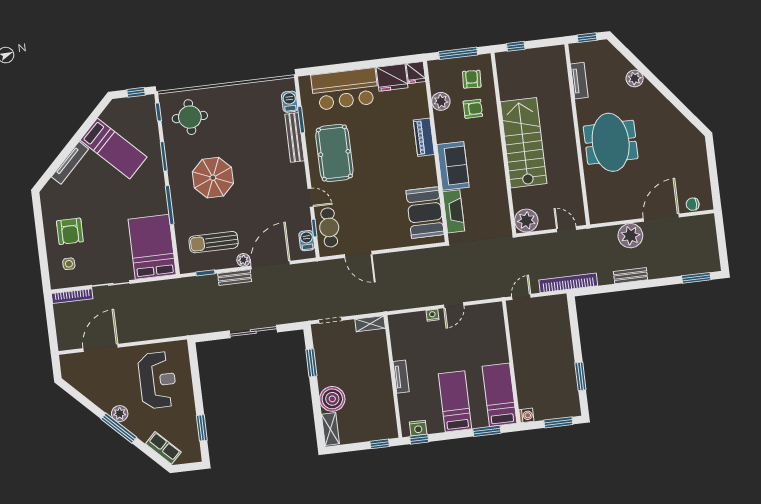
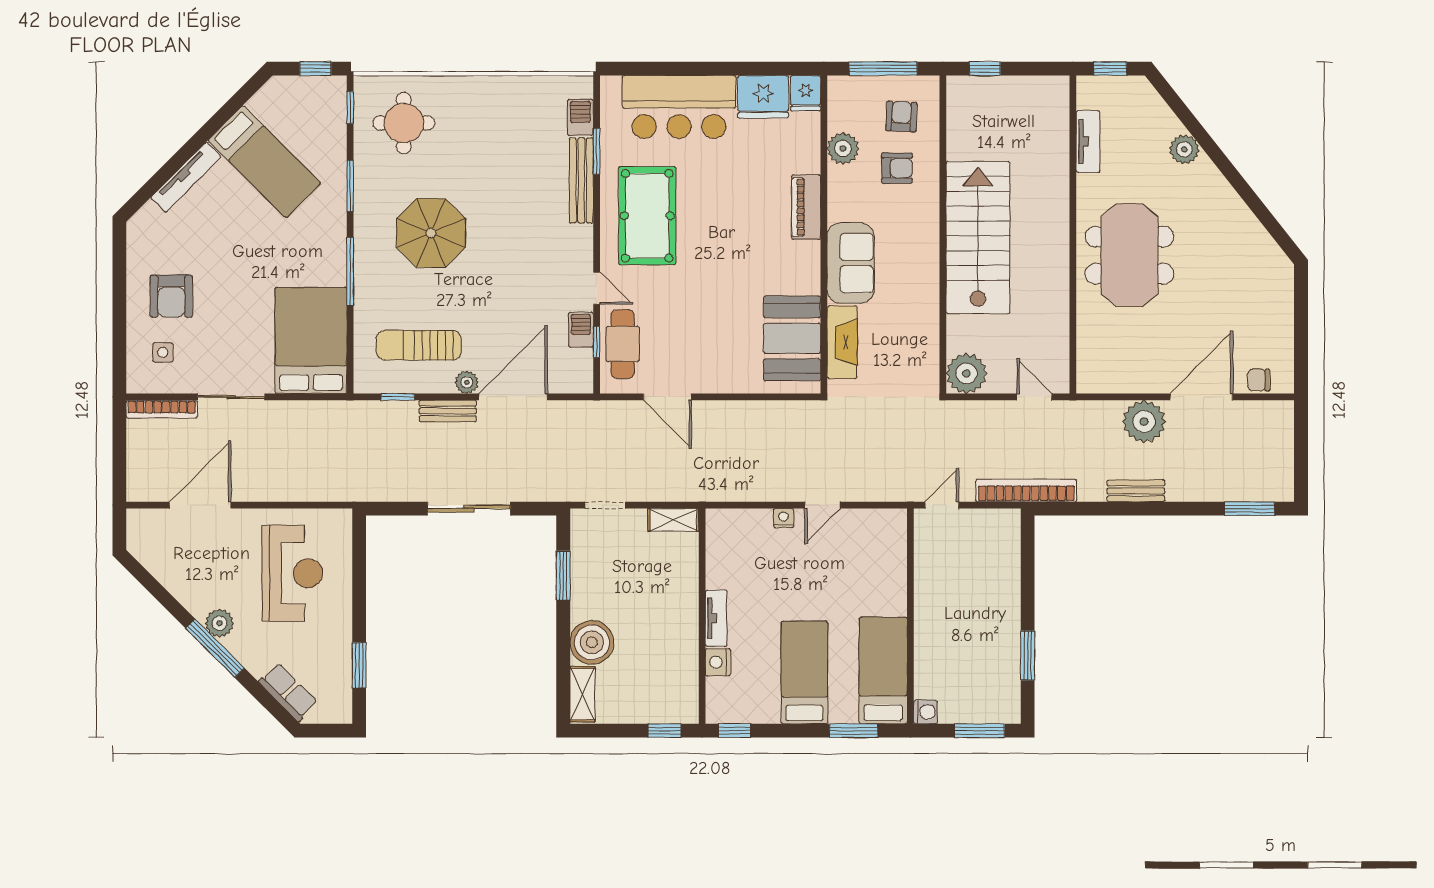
barbecue: (307, 241) -> (581, 330), moved
nightstand: (418, 428) -> (718, 662), moved, turned 90

